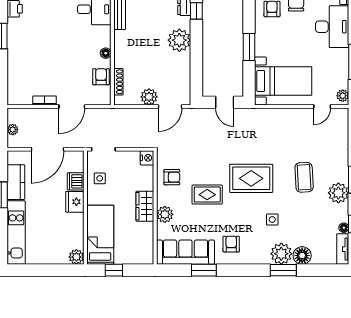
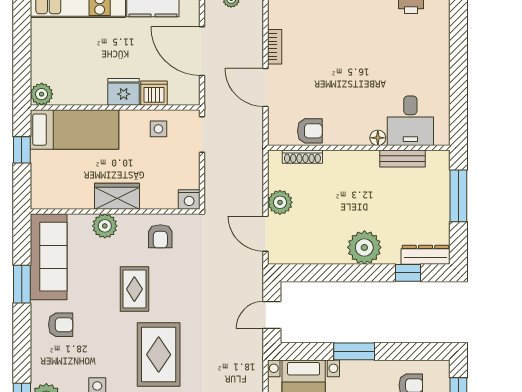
floor lamp: (106, 53) -> (378, 138), moved

